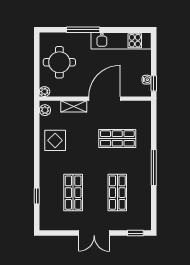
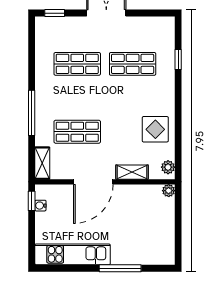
round table: (59, 62) -> (150, 227), removed
shelving: (145, 113) -> (42, 163), added
window: (154, 168) -> (32, 113), moved
shop shelf: (73, 193) -> (133, 64), turned 90
shop shelf: (117, 193) -> (77, 64), turned 90

